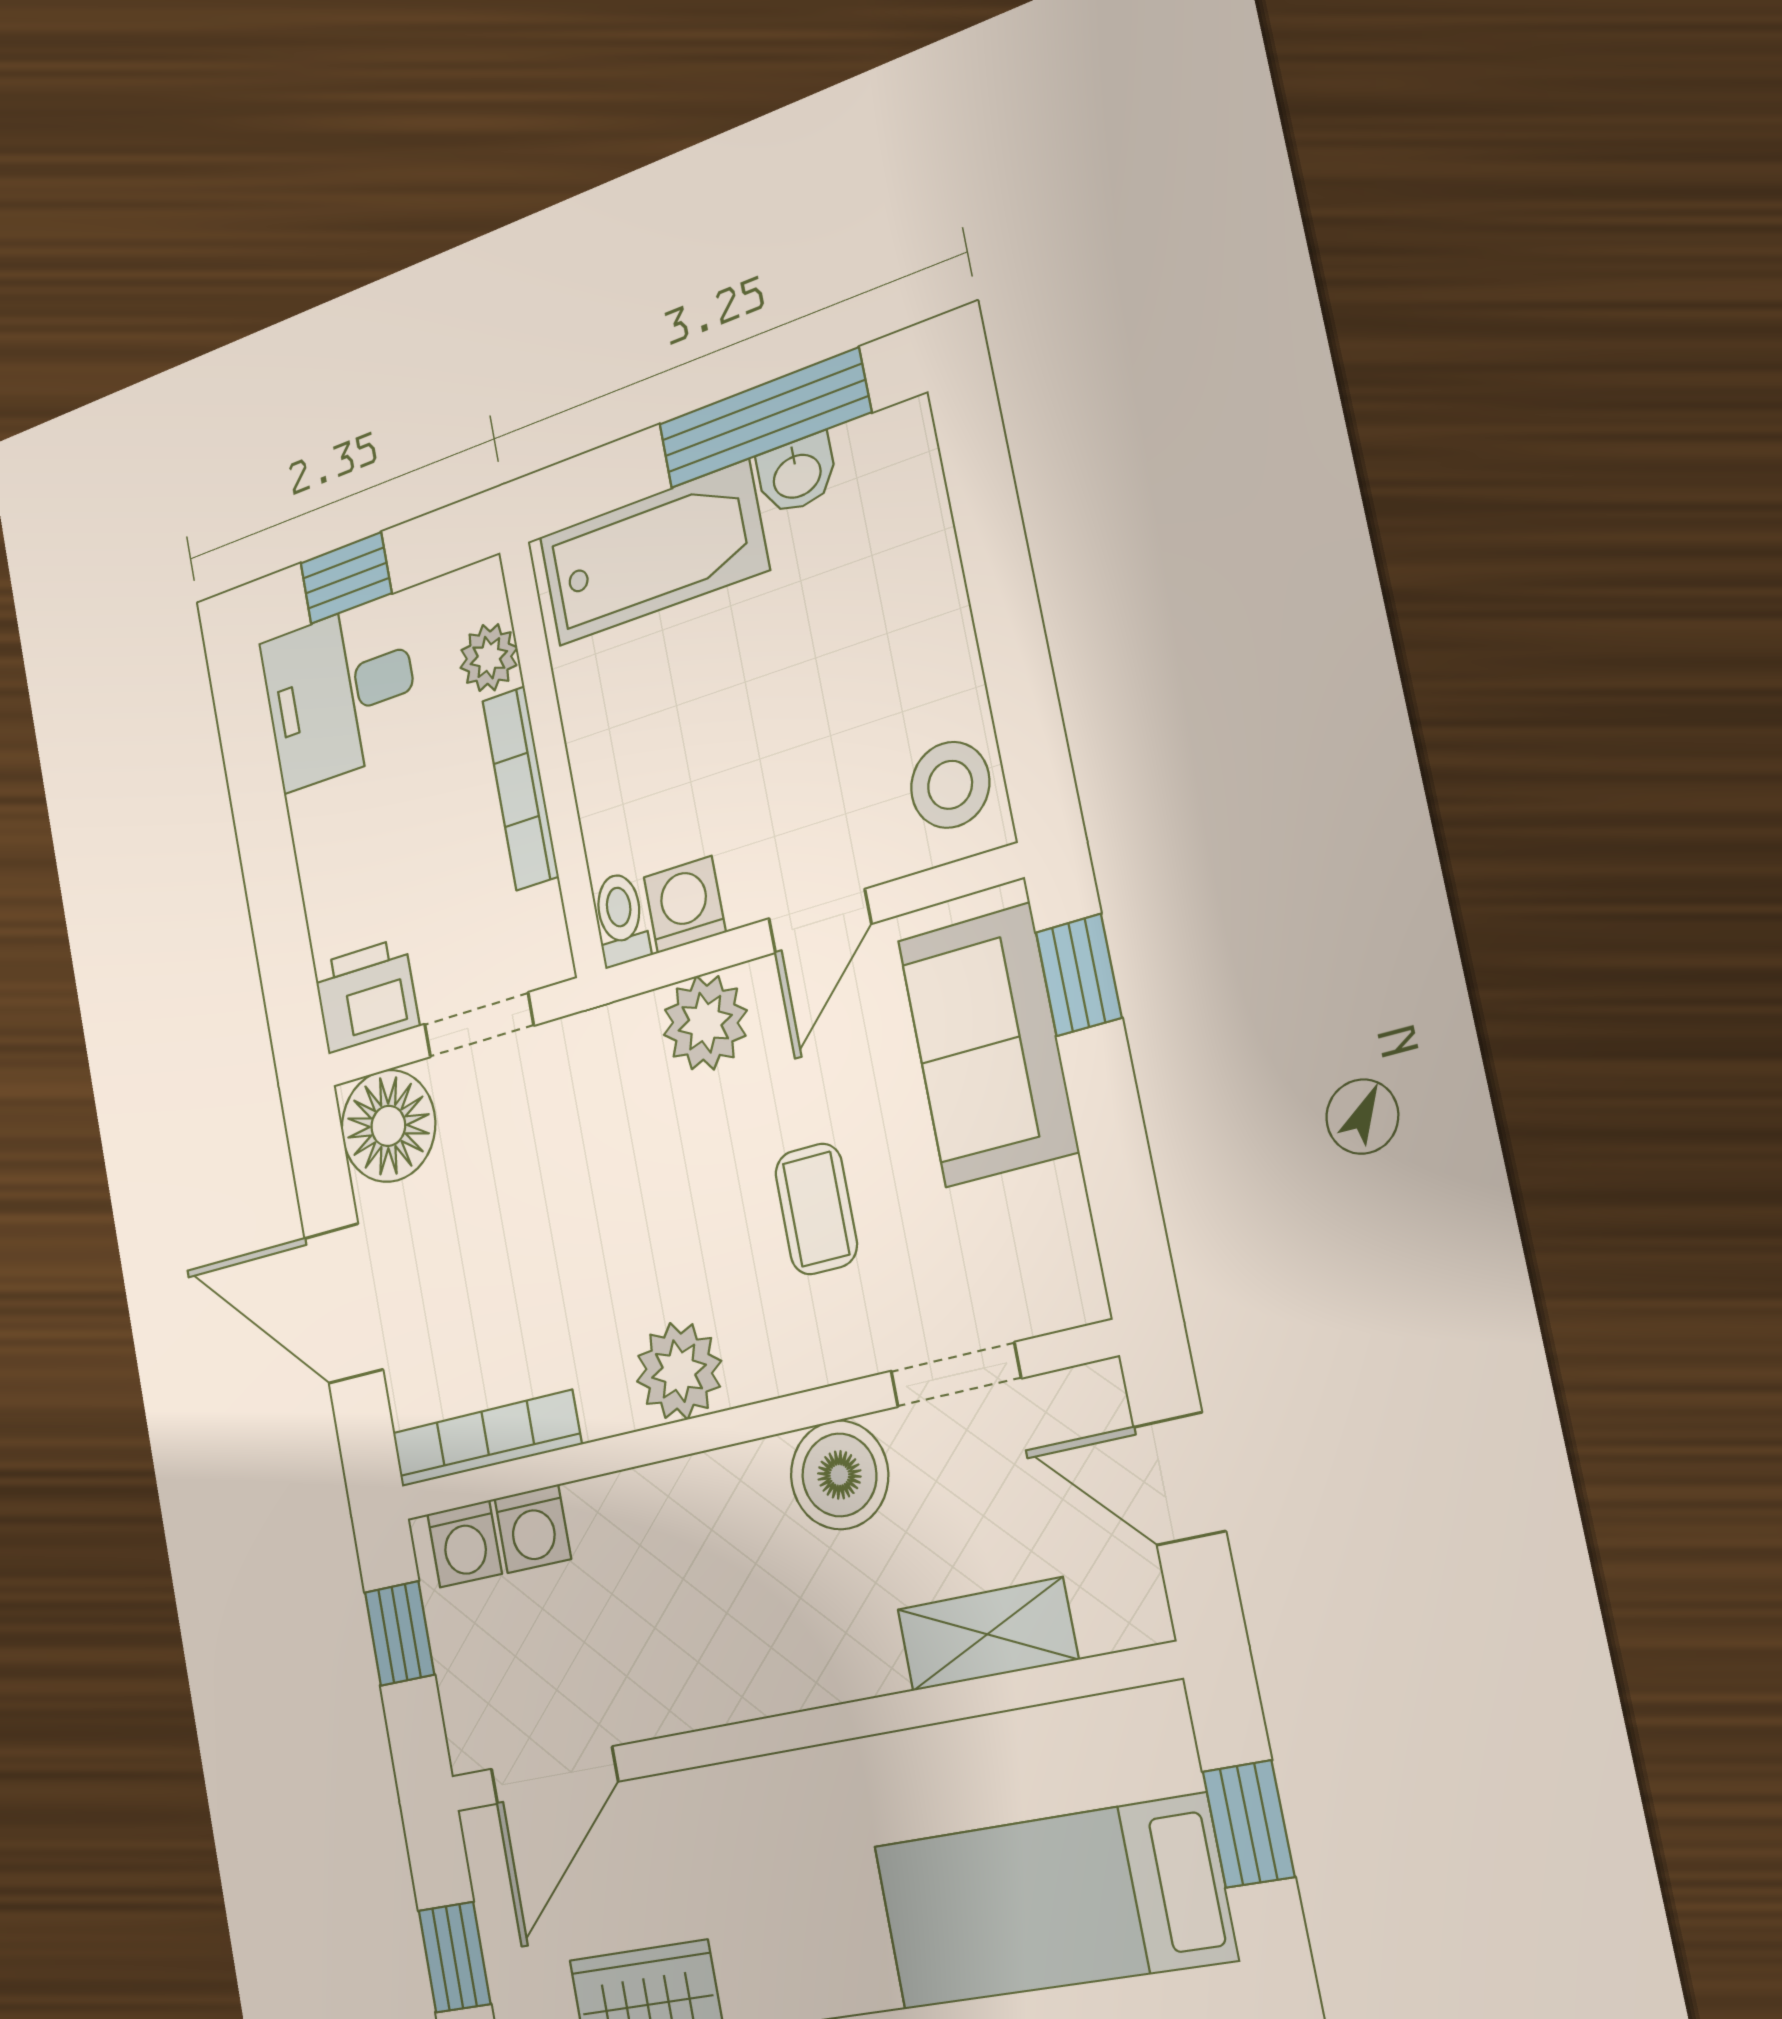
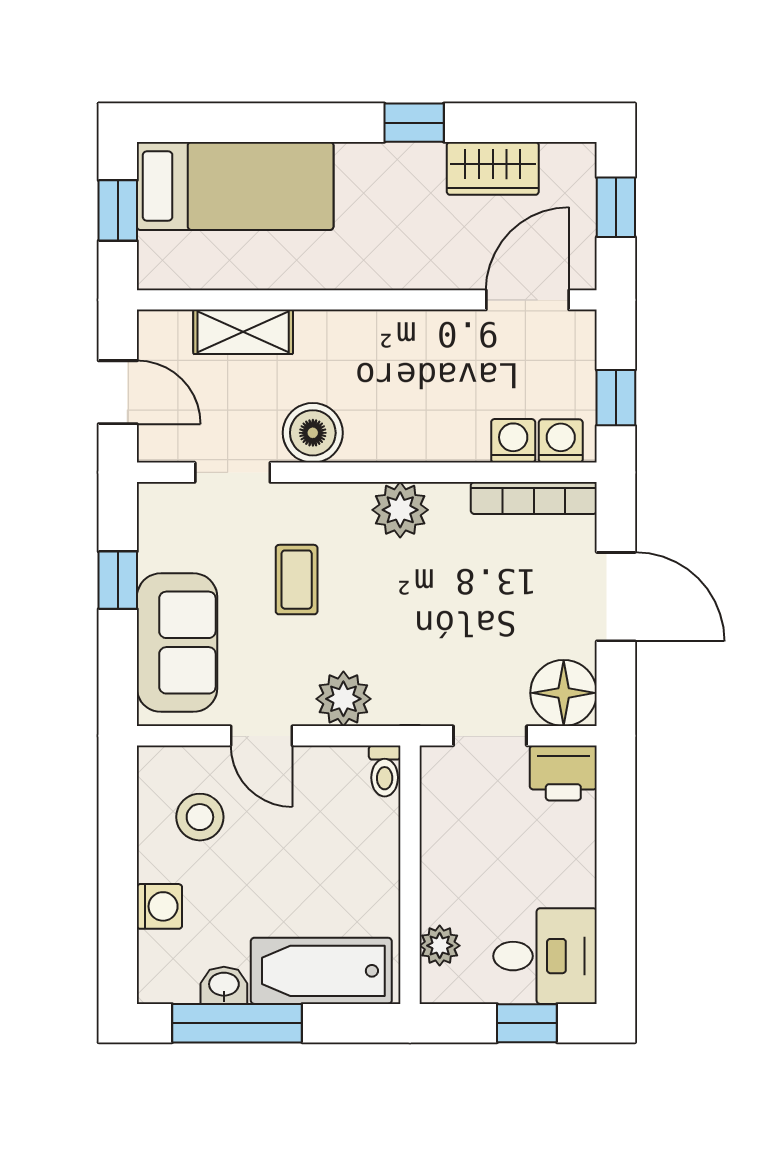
stool: (950, 785) -> (200, 817), moved
bookcase: (521, 788) -> (434, 864), removed
washing machine: (685, 905) -> (159, 906), moved, turned -90
door: (820, 921) -> (261, 736), swing flipped
window: (1079, 975) -> (118, 580), moved

